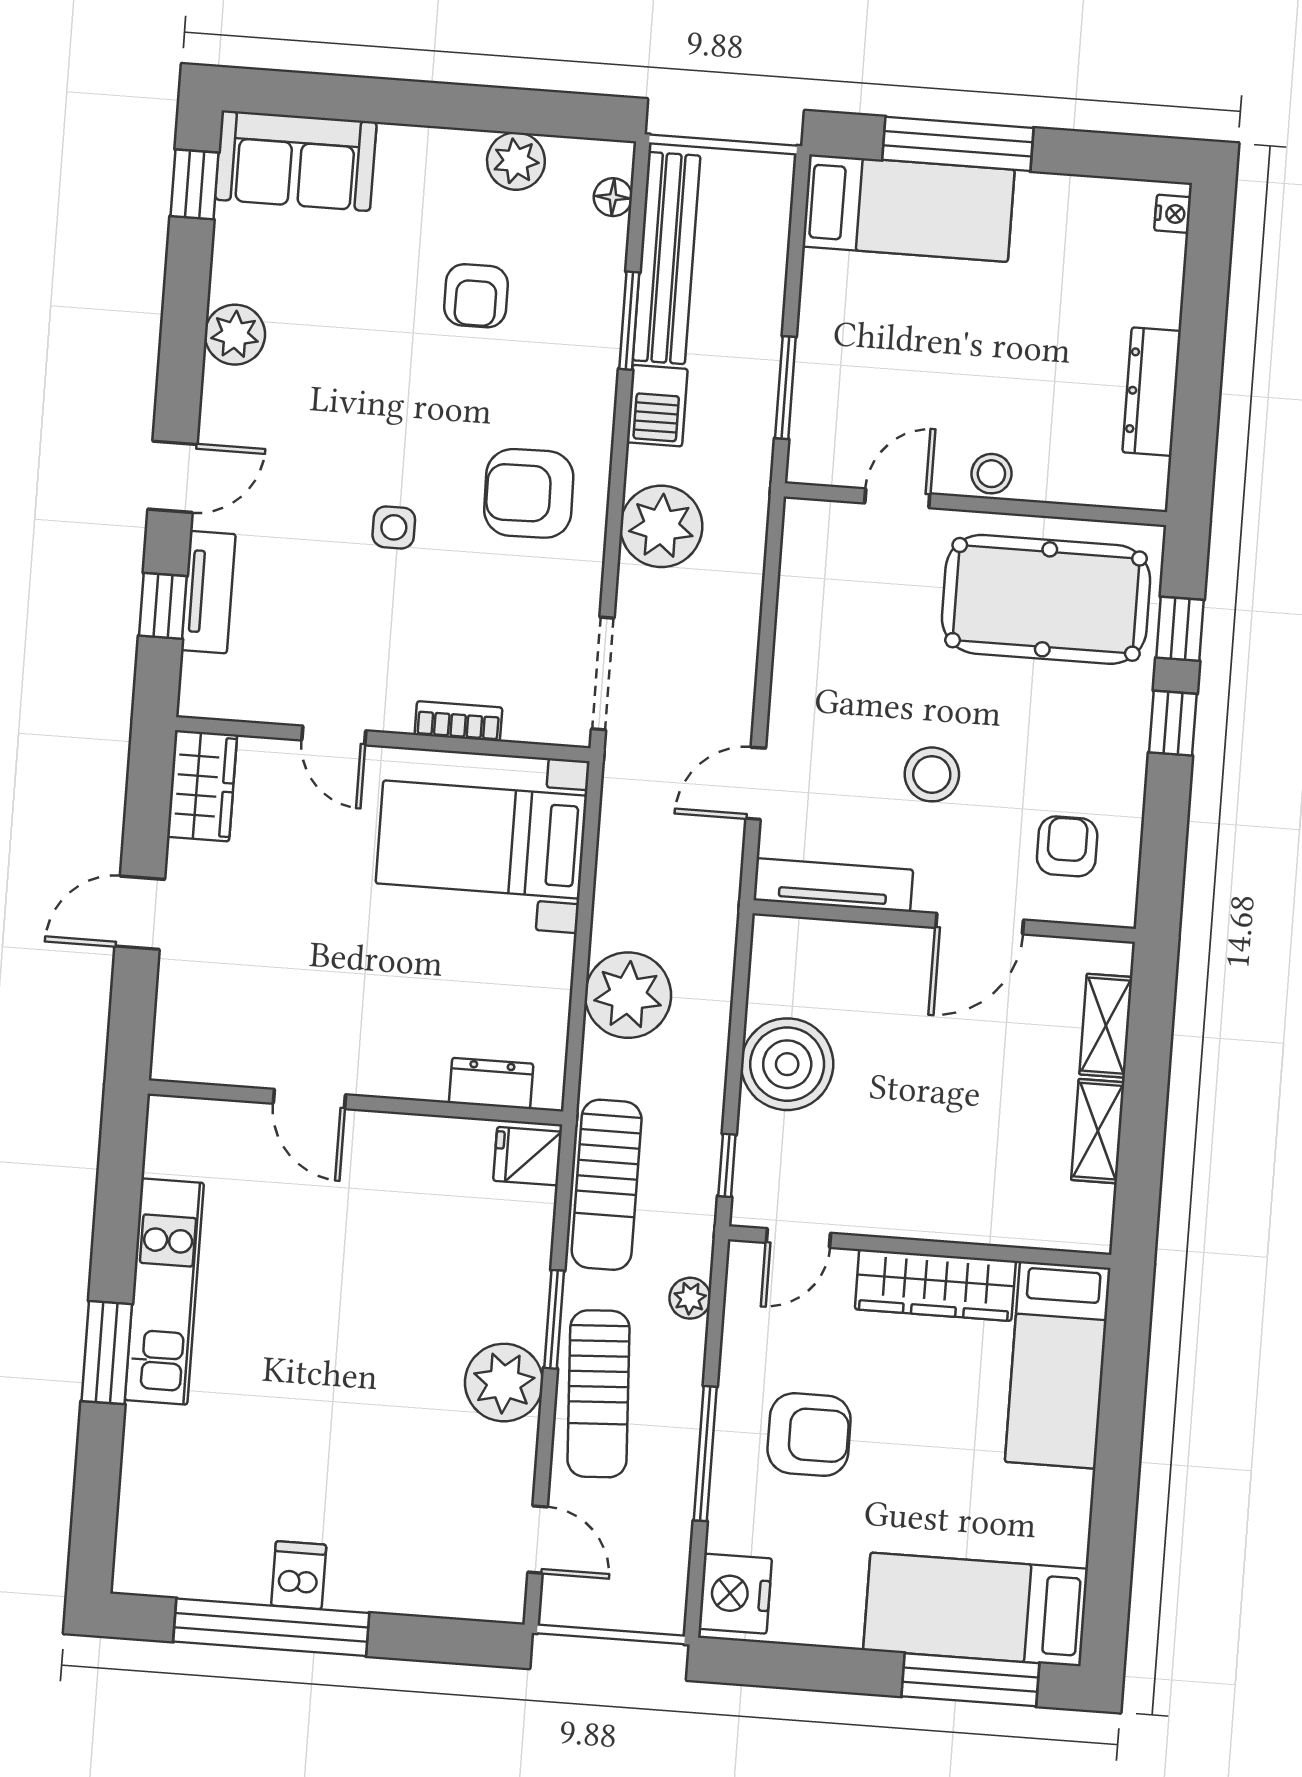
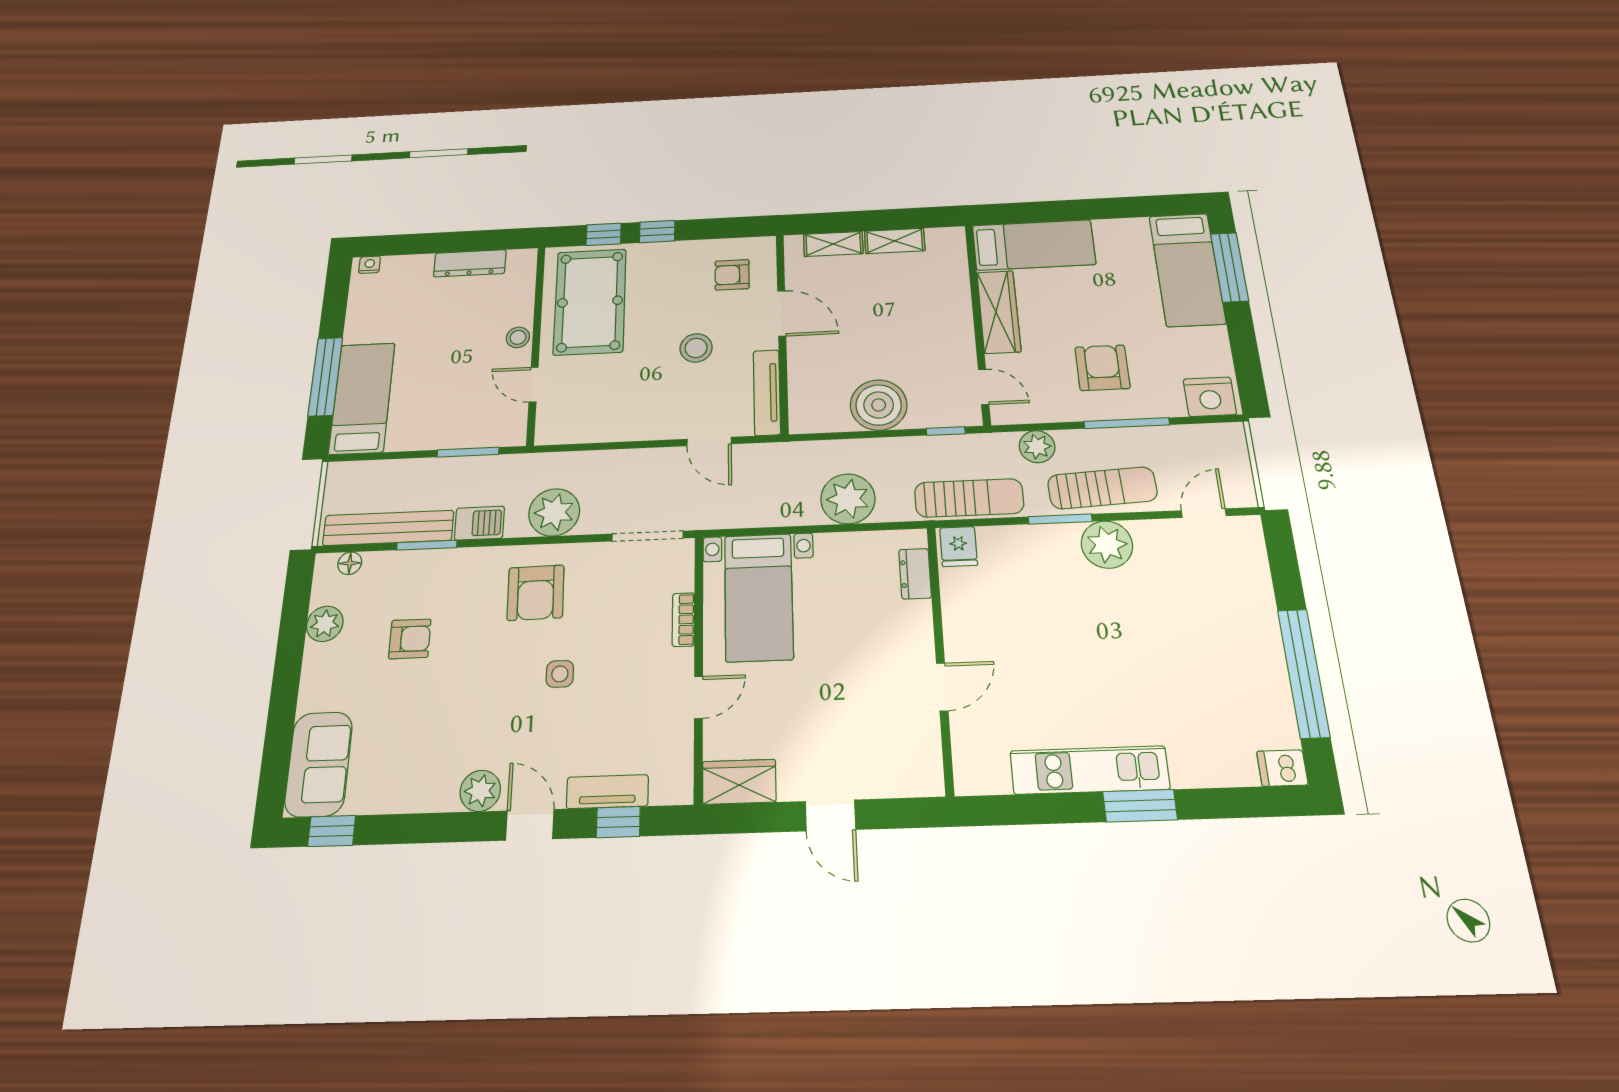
plant: (235, 335) -> (480, 791), moved
plant: (690, 1298) -> (1037, 447), width x1.38, depth x1.38
dishwasher: (299, 1575) -> (1282, 768), moved

